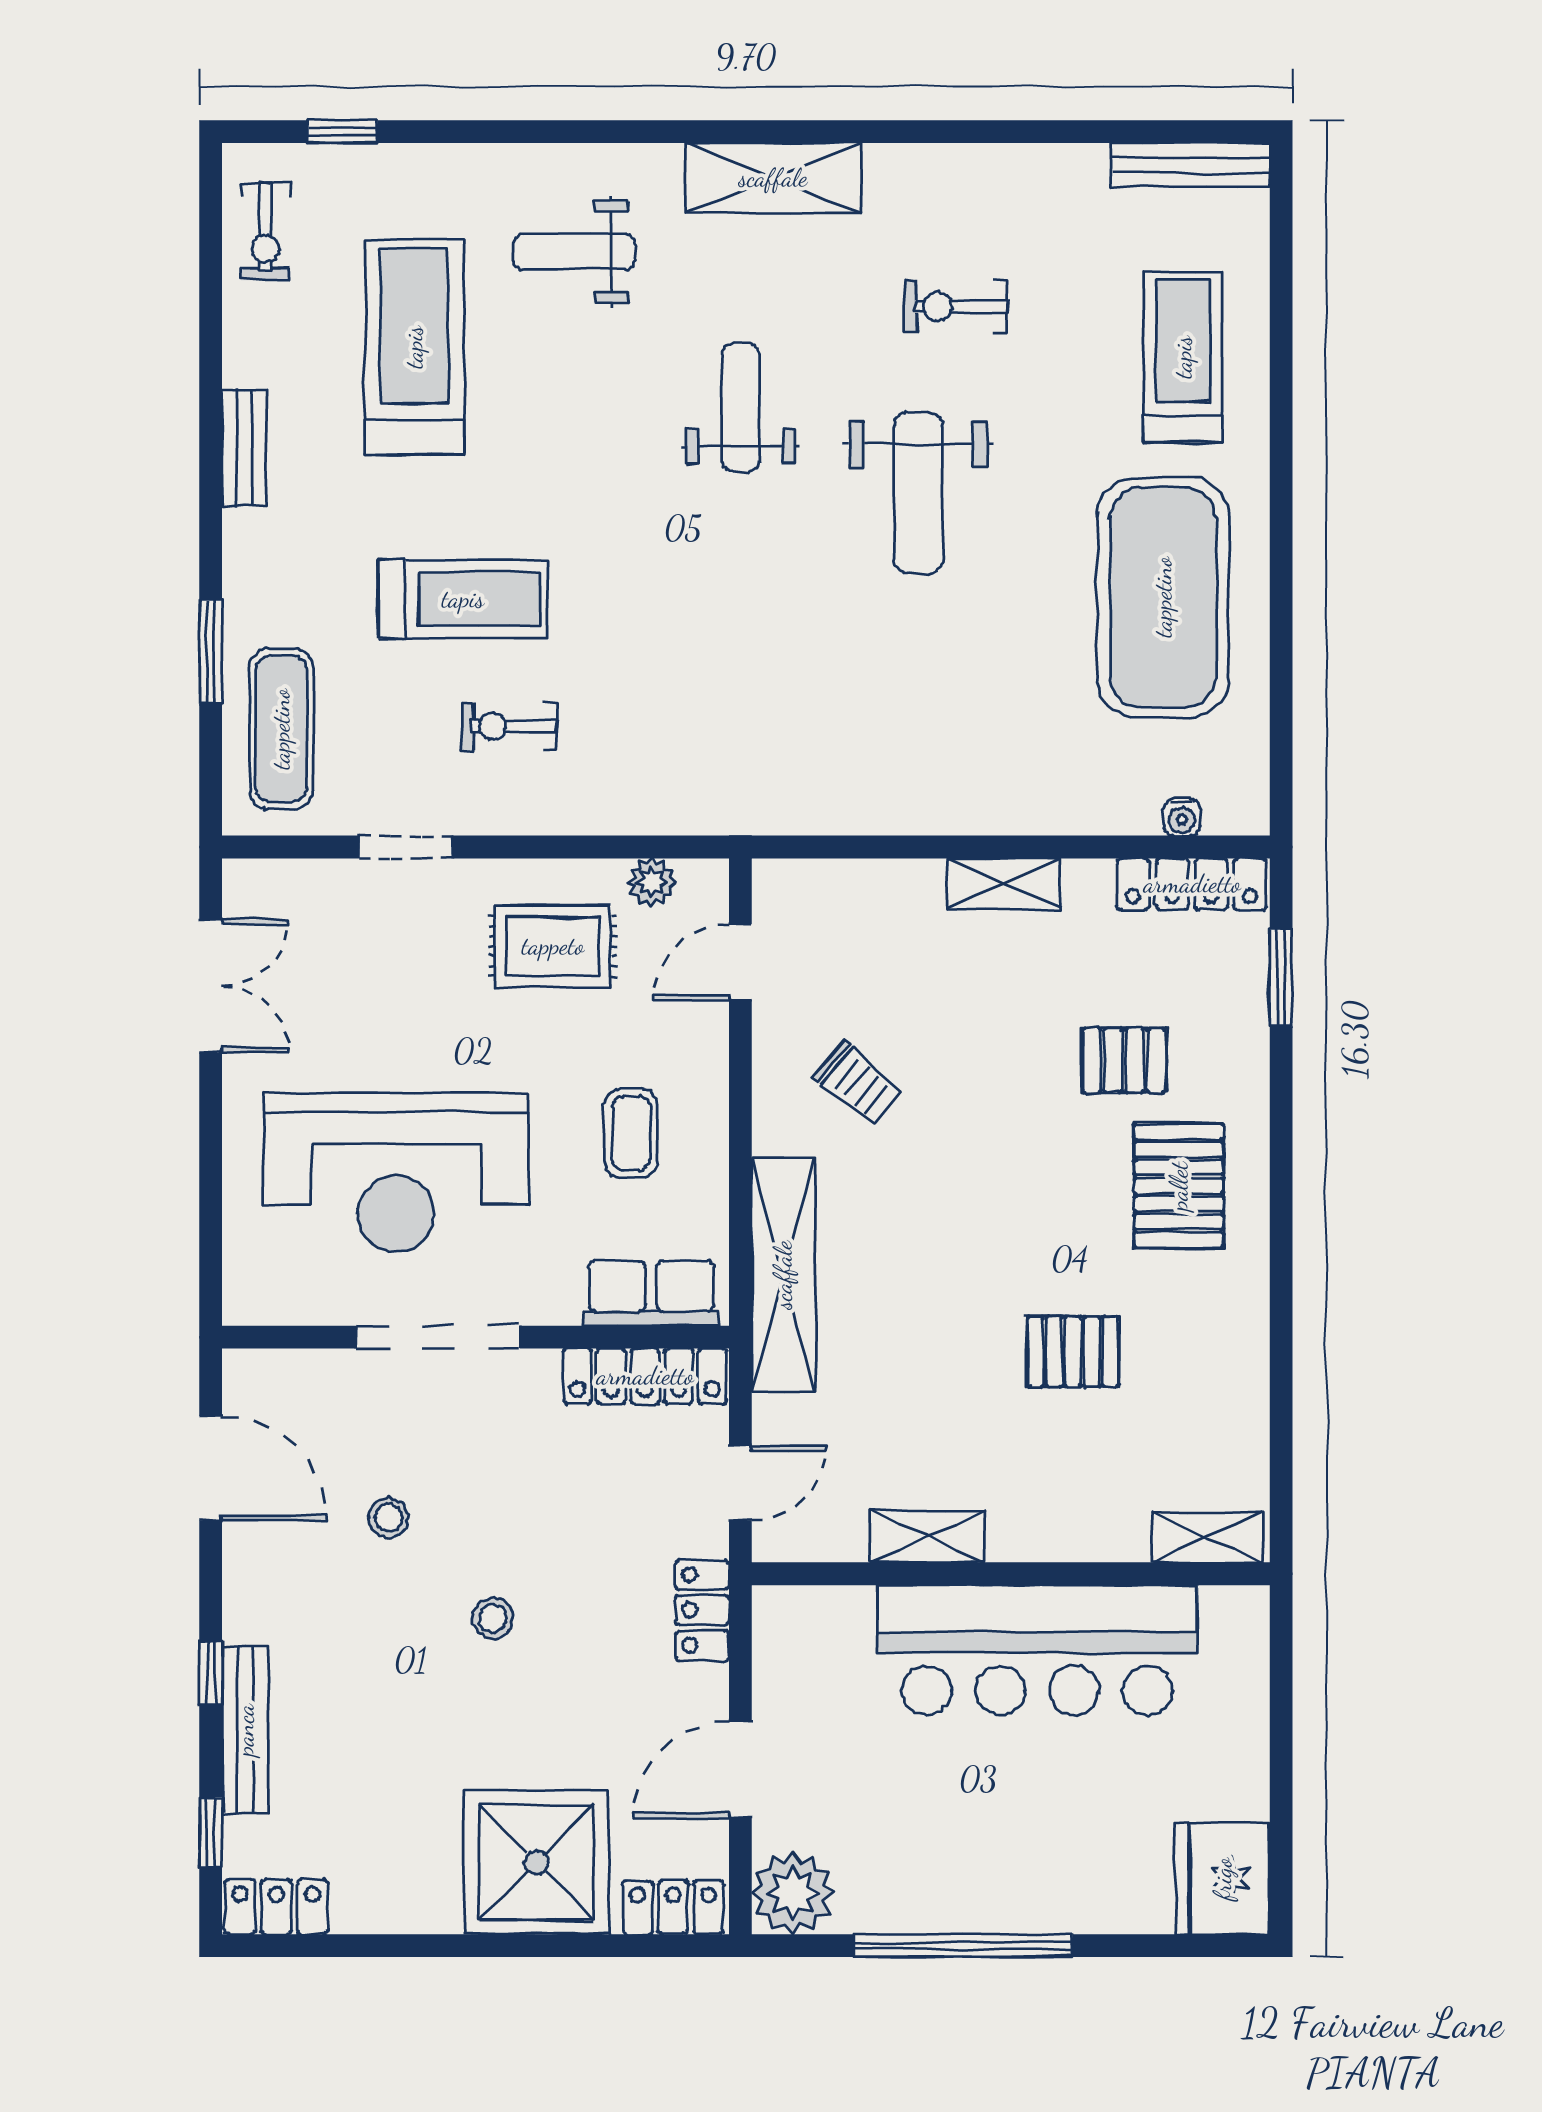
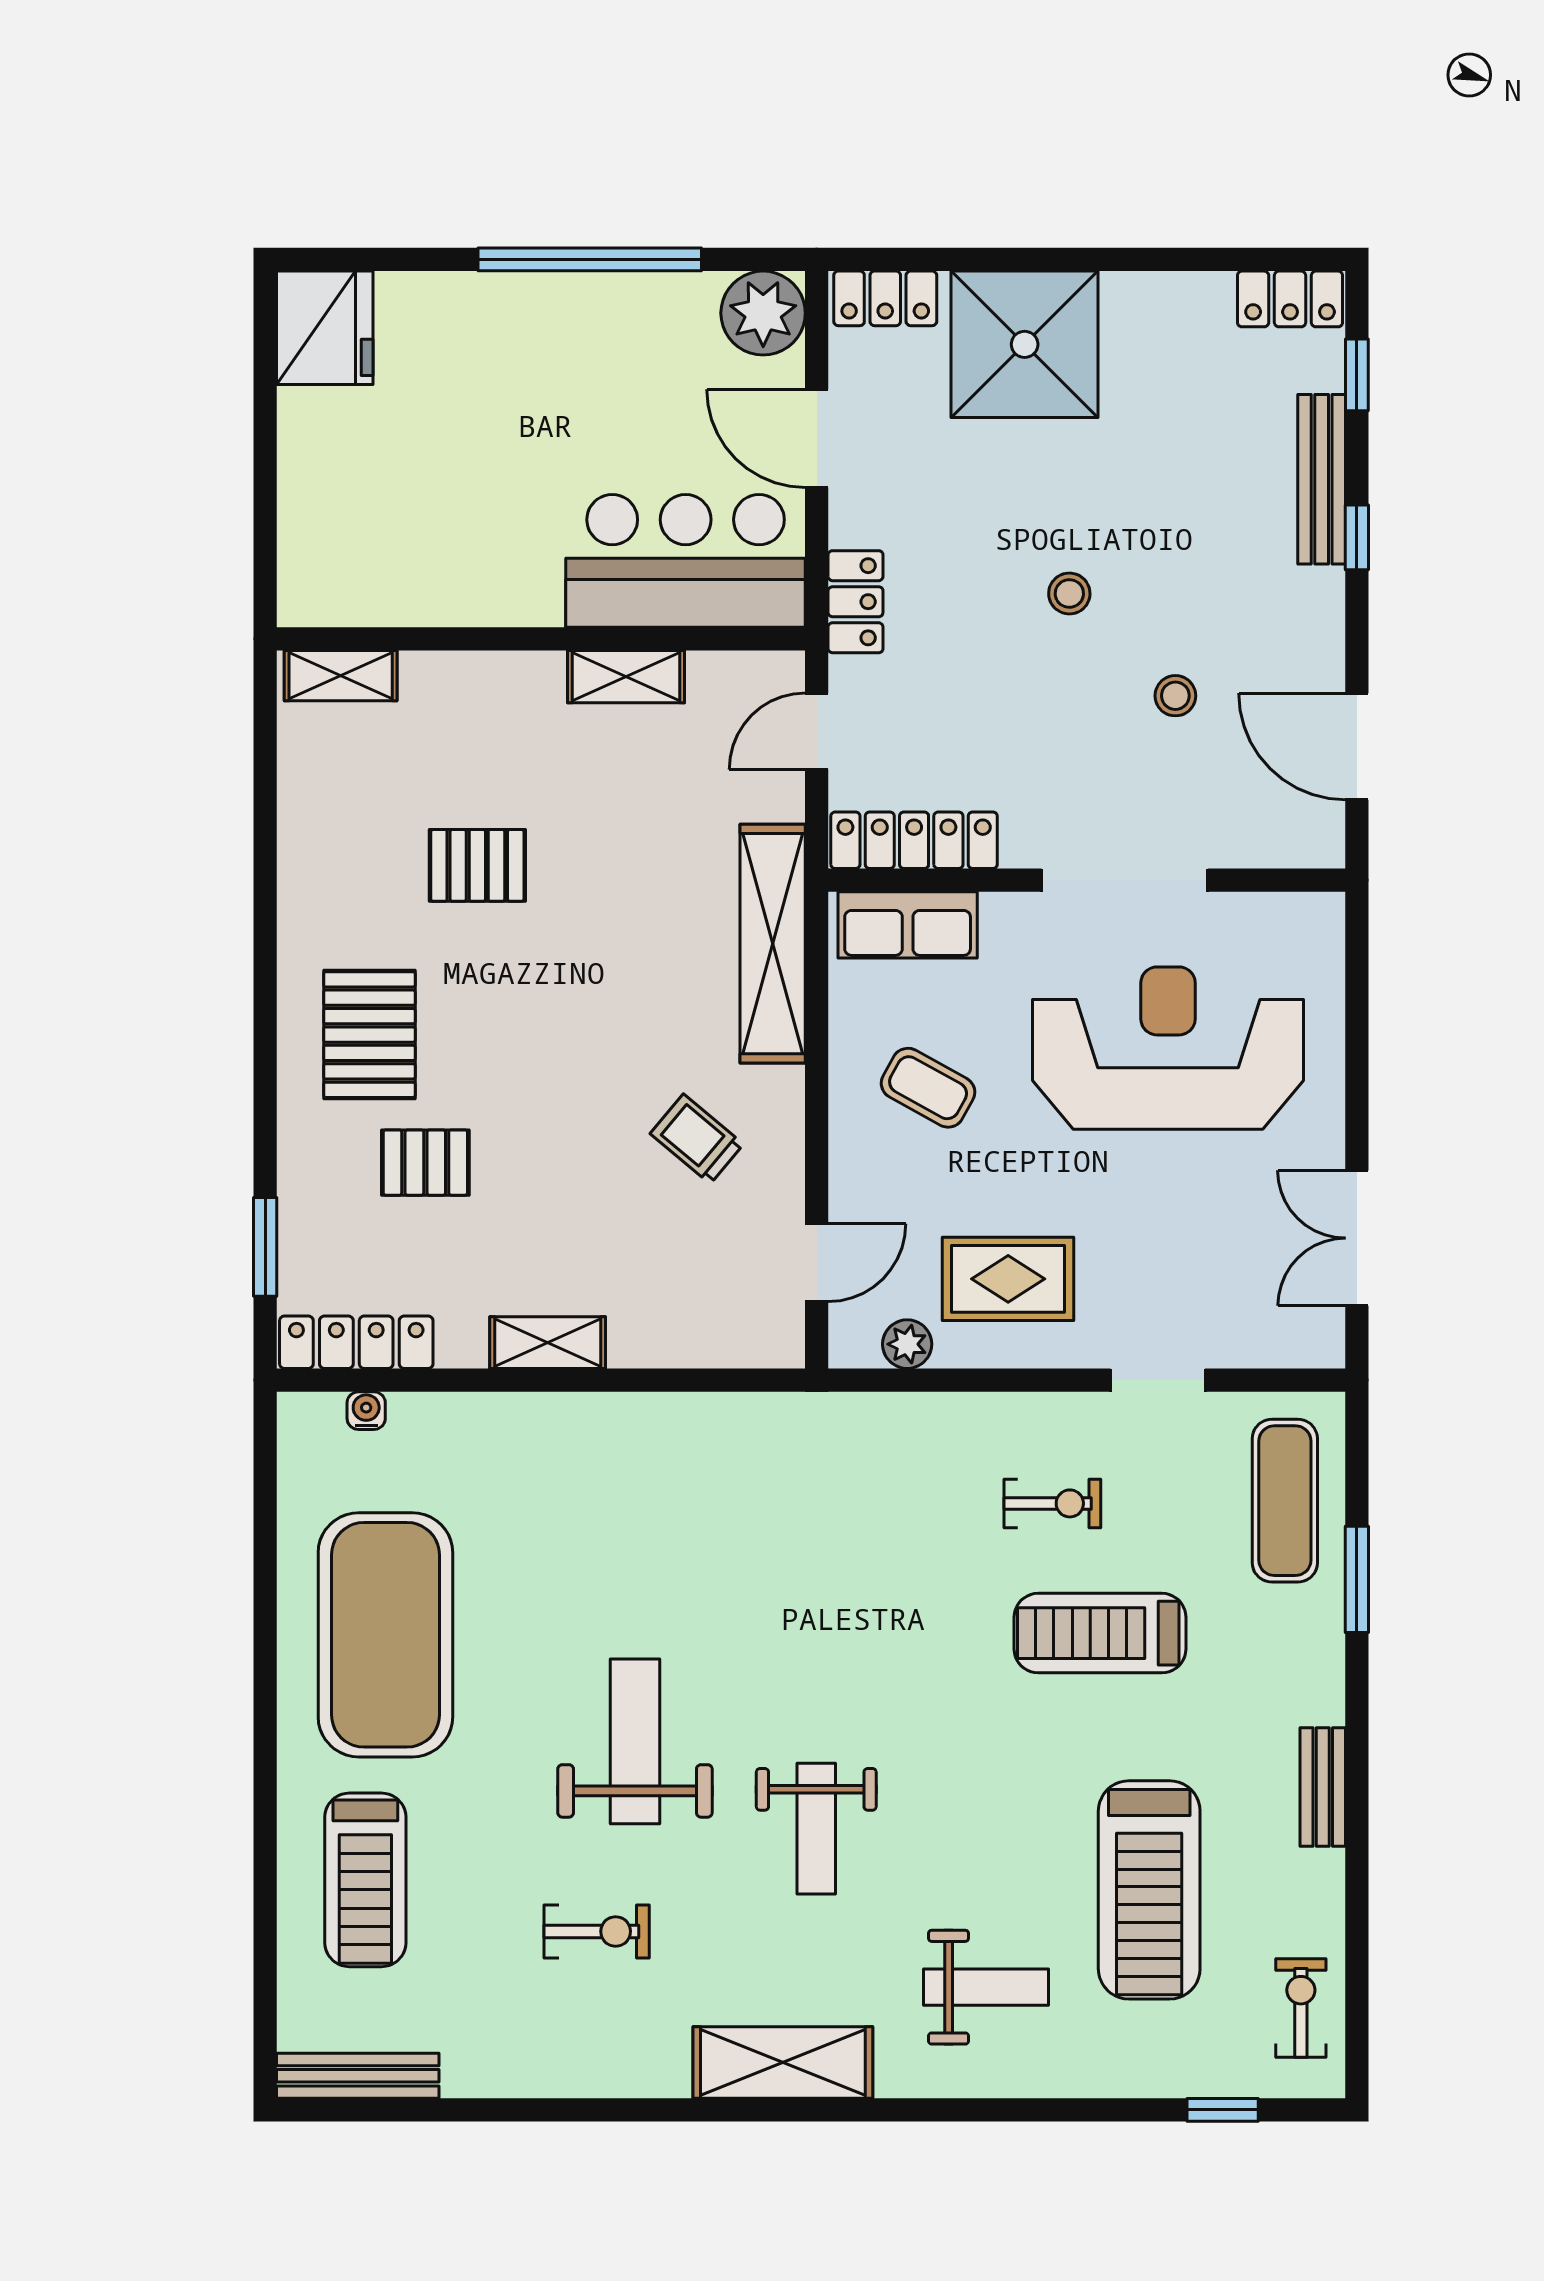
coffee table: (631, 1134) -> (928, 1088), turned -61
bar counter: (1037, 1650) -> (686, 561), moved, width x0.73
door: (740, 1770) -> (817, 439), swing flipped

